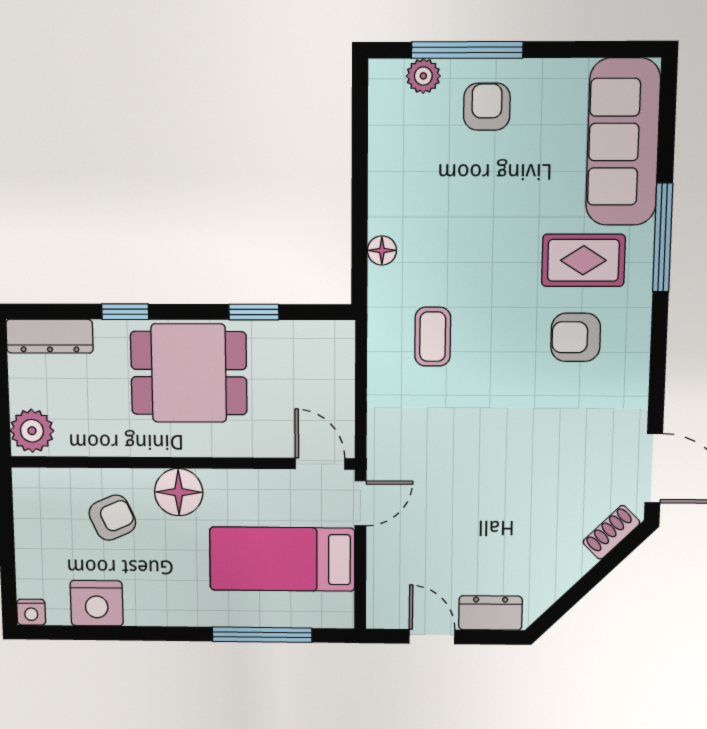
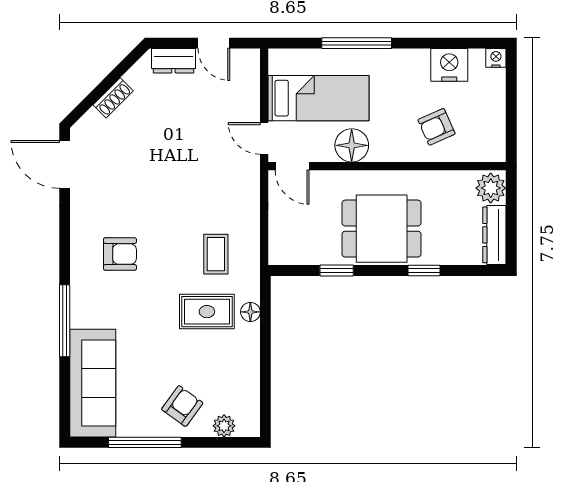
window: (467, 50) -> (145, 442), moved
armchair: (487, 107) -> (182, 406), turned -144
rug: (583, 260) -> (207, 312), moved
dresser: (50, 336) -> (494, 235), moved, turned -90
floor lamp: (179, 492) -> (352, 145), moved
door: (361, 503) -> (264, 138), hinge flipped
shoe rack: (611, 532) -> (113, 98), moved
window: (262, 635) -> (357, 43), moved

